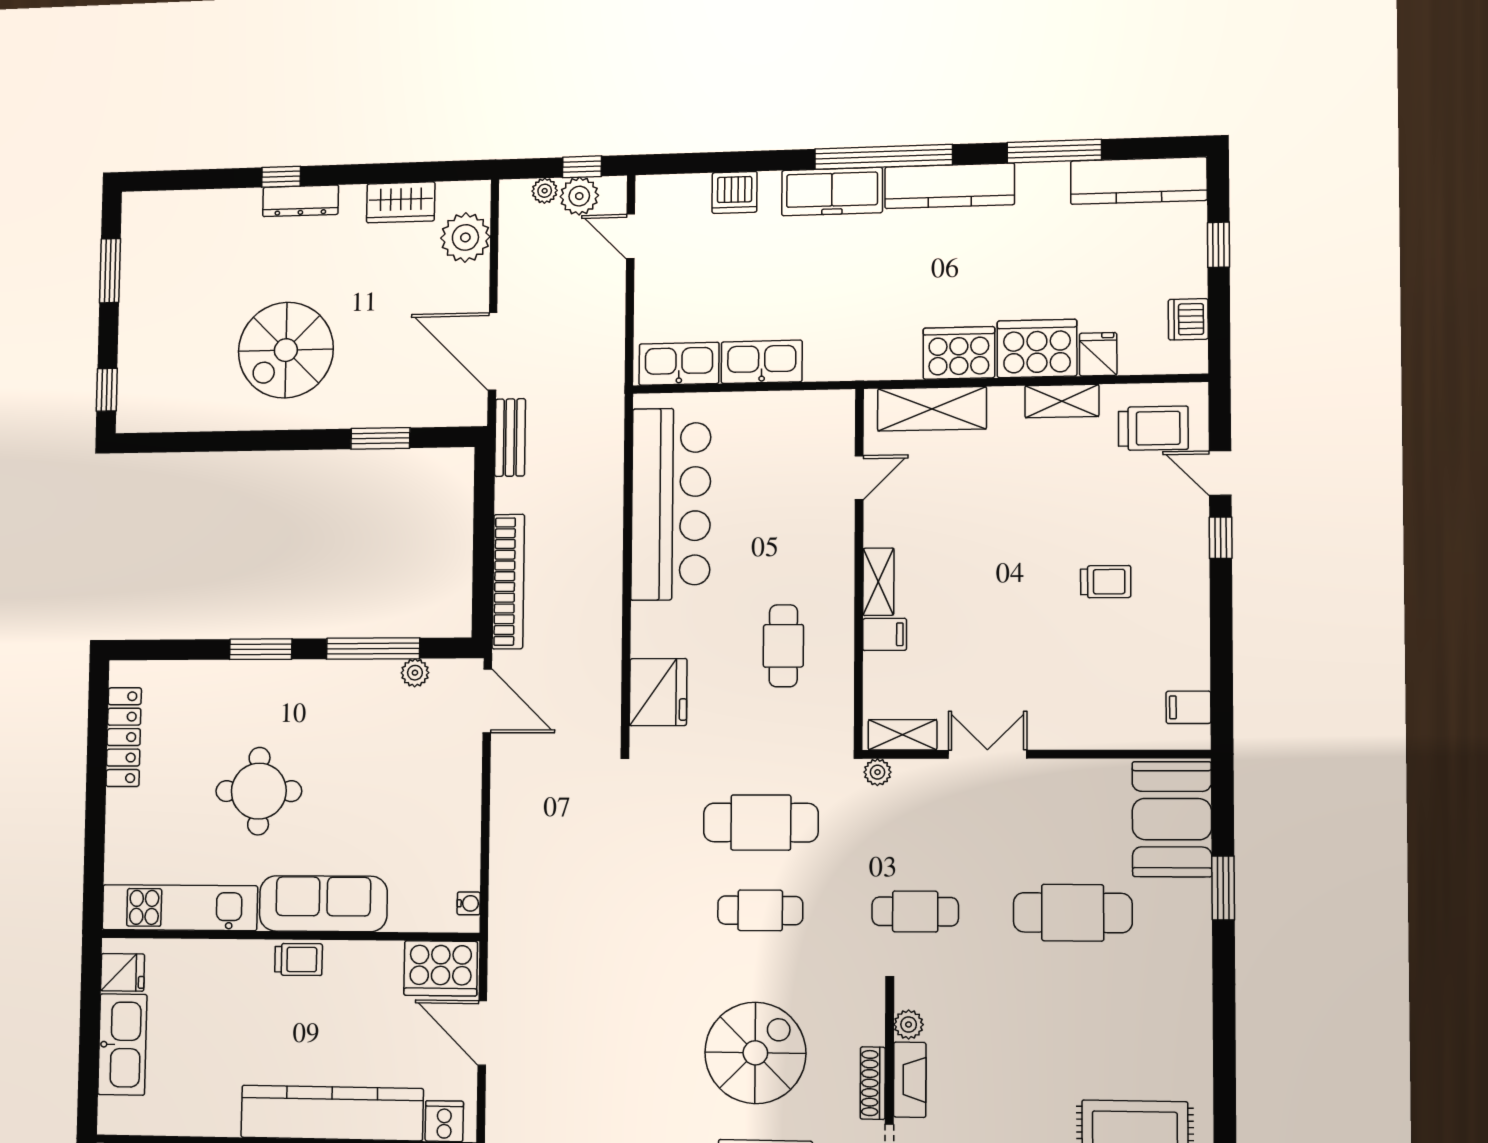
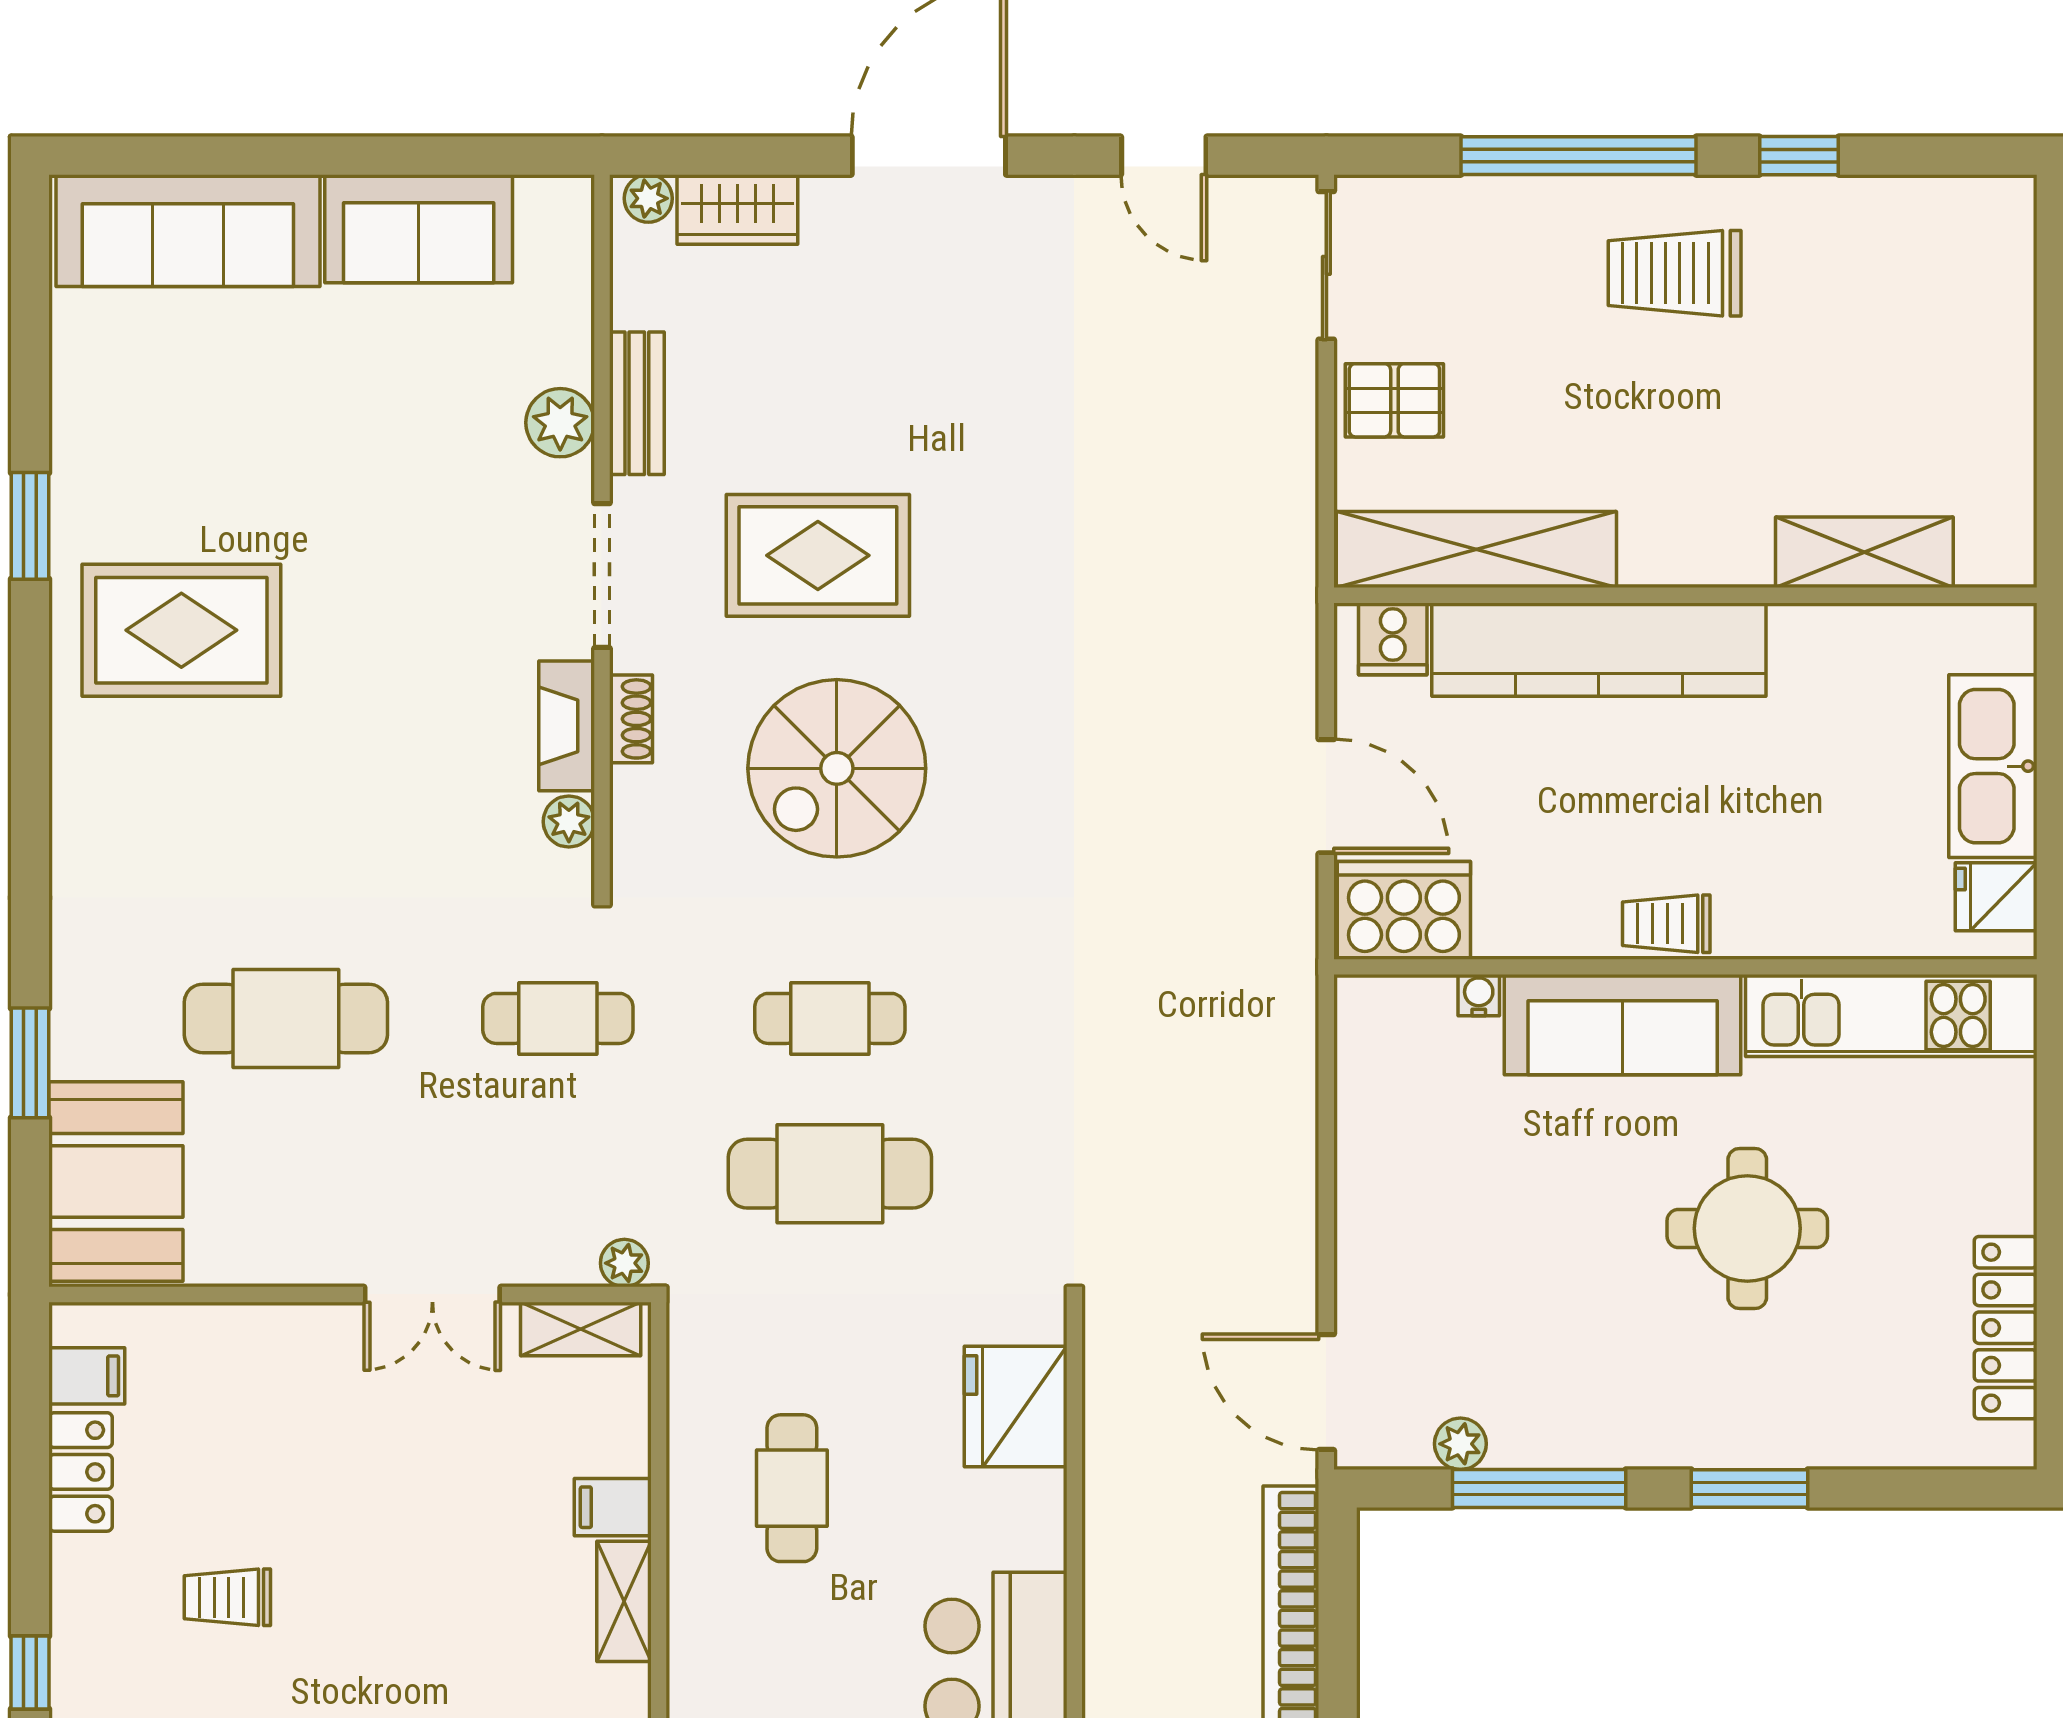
locker: (1192, 652) -> (81, 1472), added
water cooler: (469, 903) -> (1479, 995), moved, turned 90
shoe rack: (873, 1083) -> (631, 719), width x0.70

